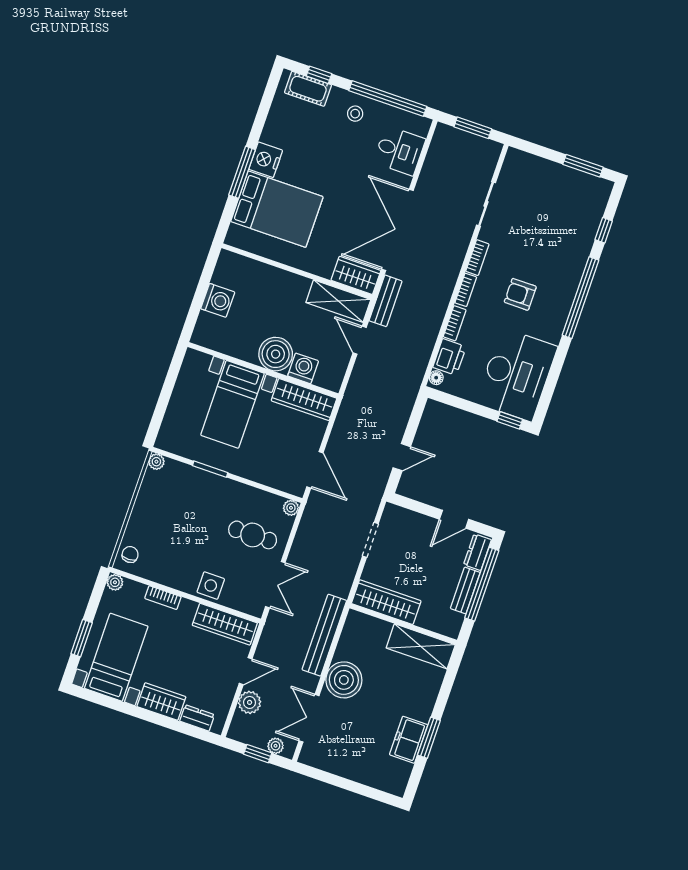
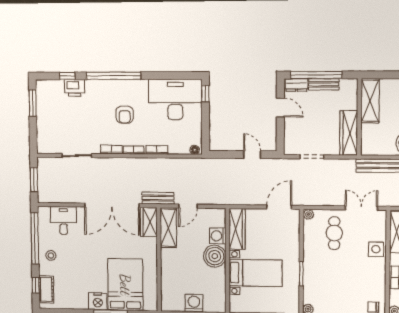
printer: (449, 357) -> (75, 88), moved, turned 180

